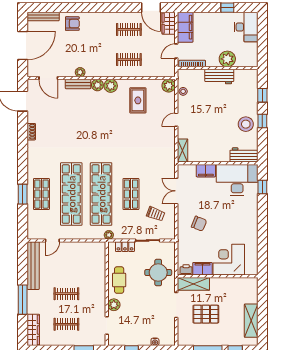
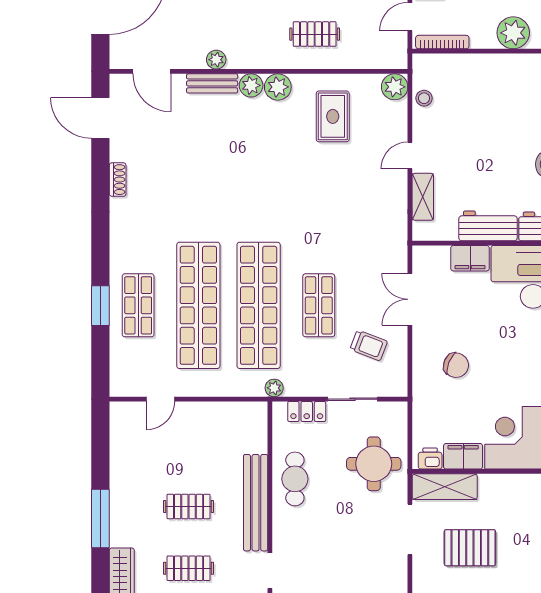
workbench: (219, 77) -> (488, 226), moved, turned 180
shelving: (183, 150) -> (423, 197), moved
bench: (33, 266) -> (256, 503), moved
plant: (114, 305) -> (284, 529), removed

